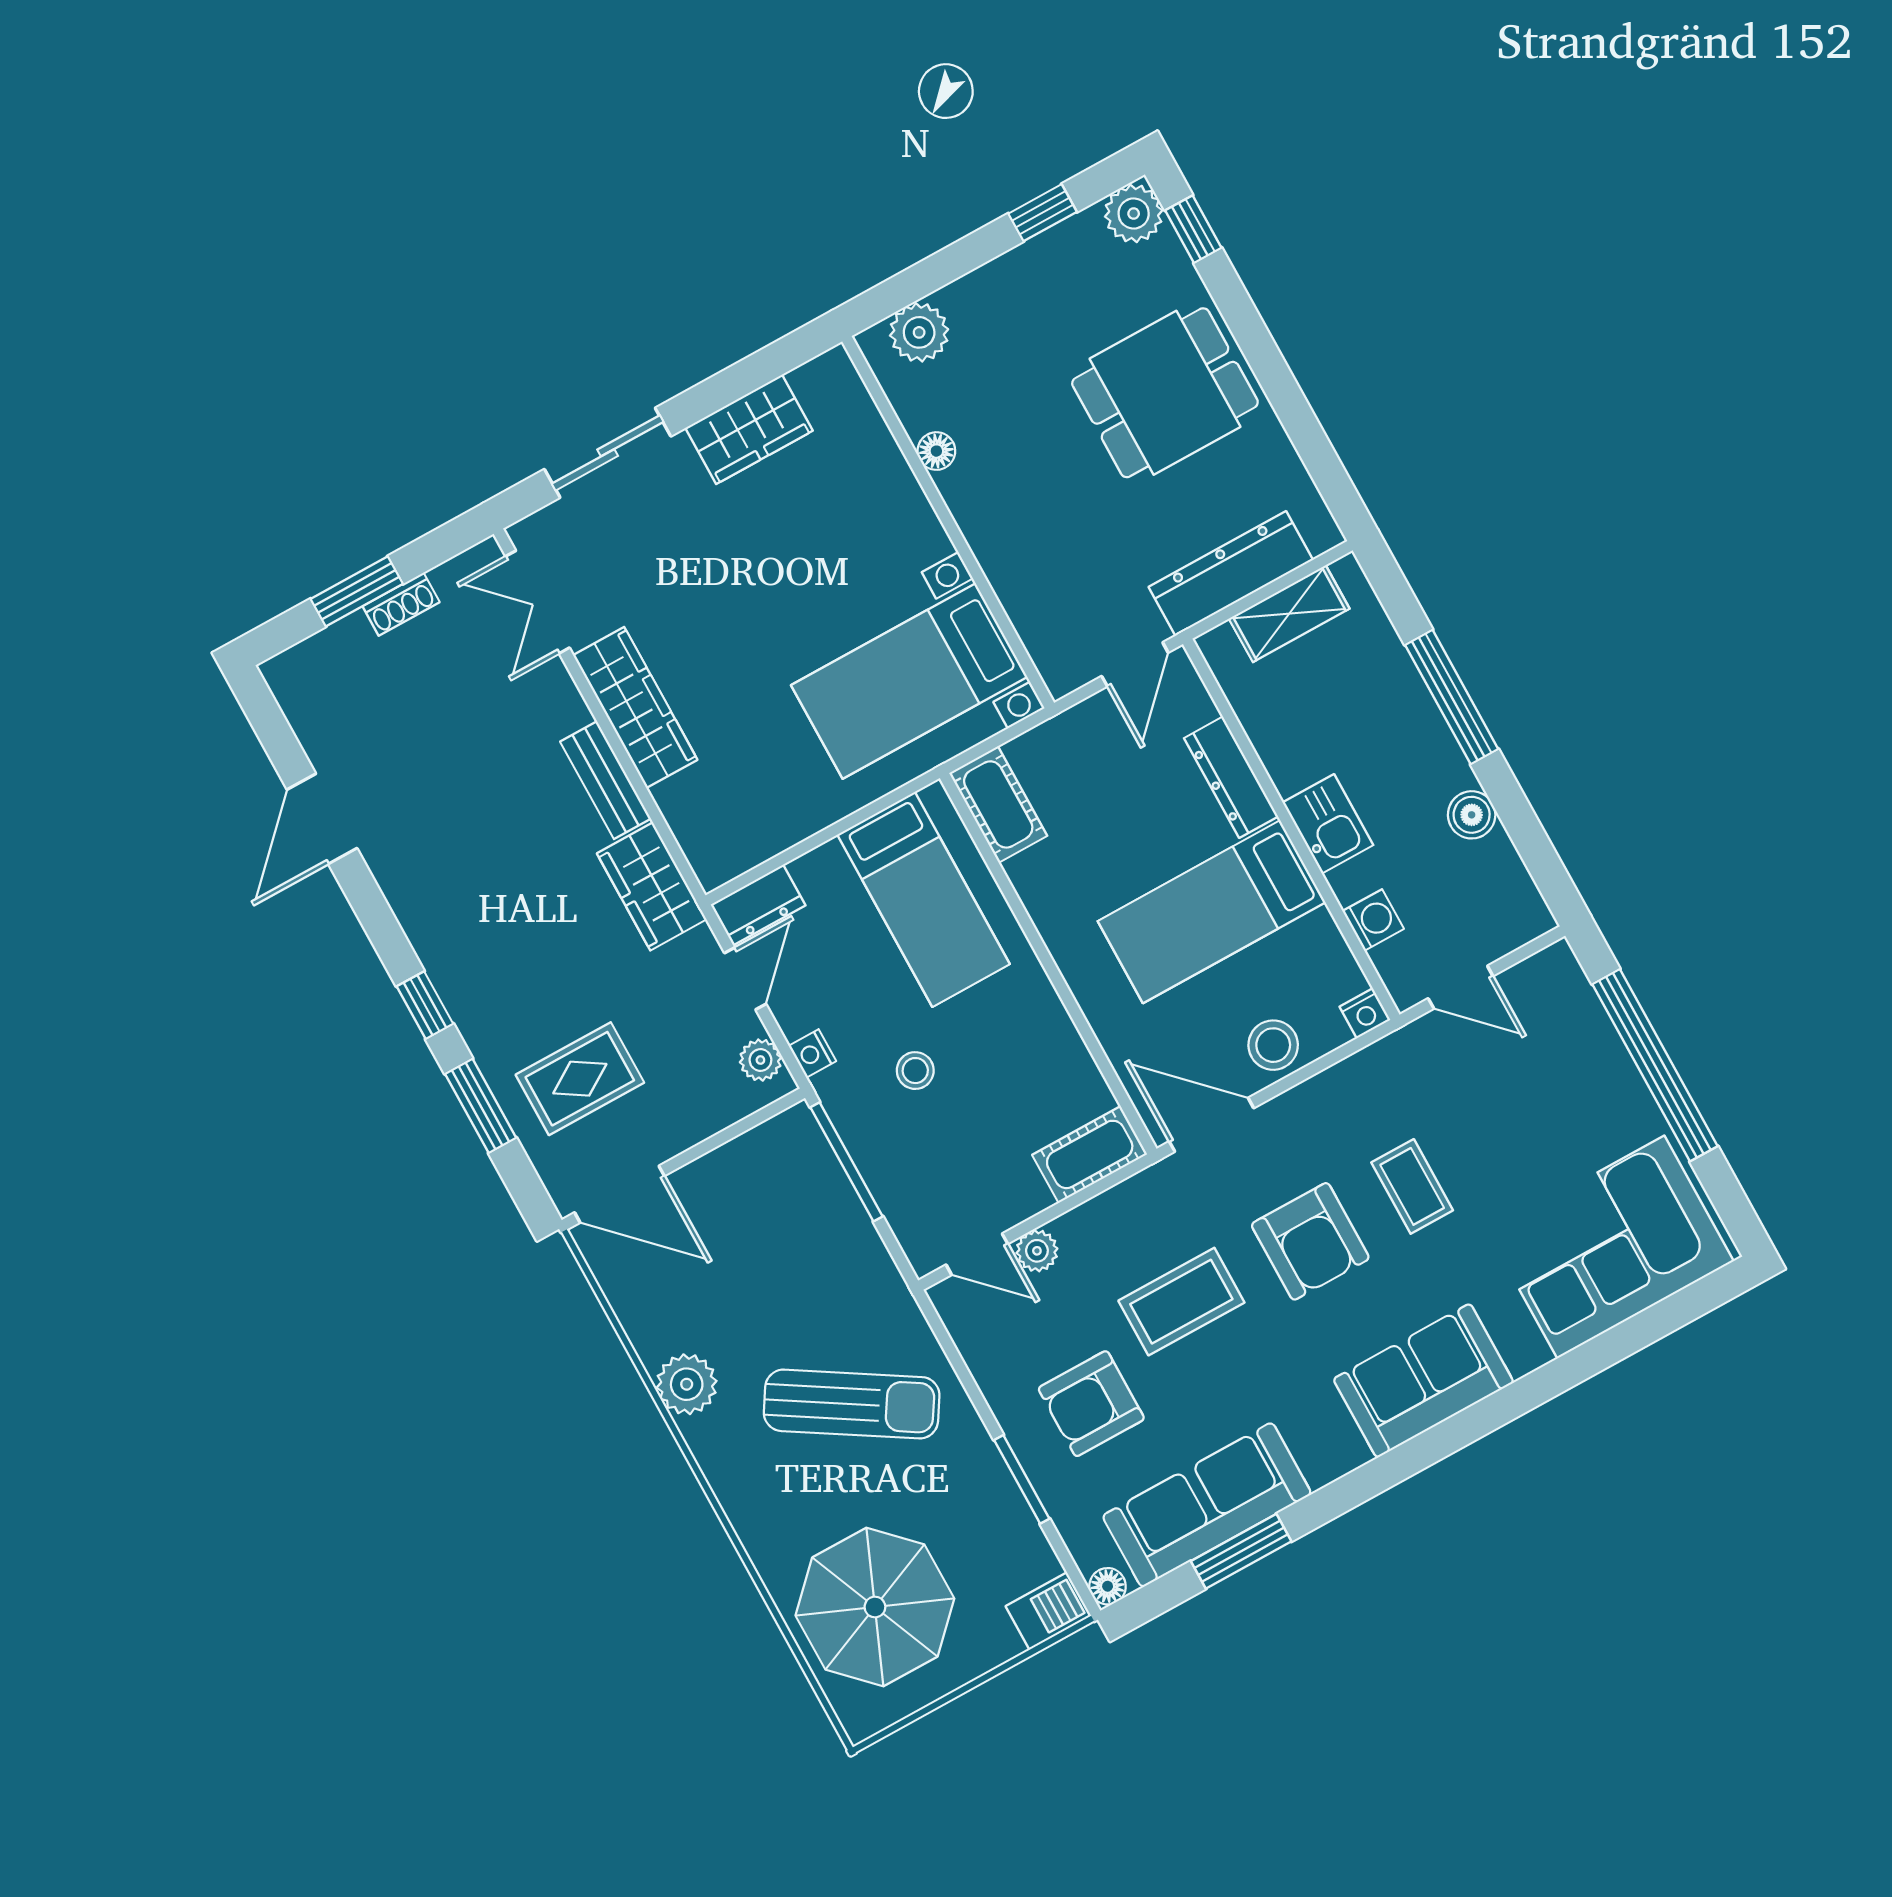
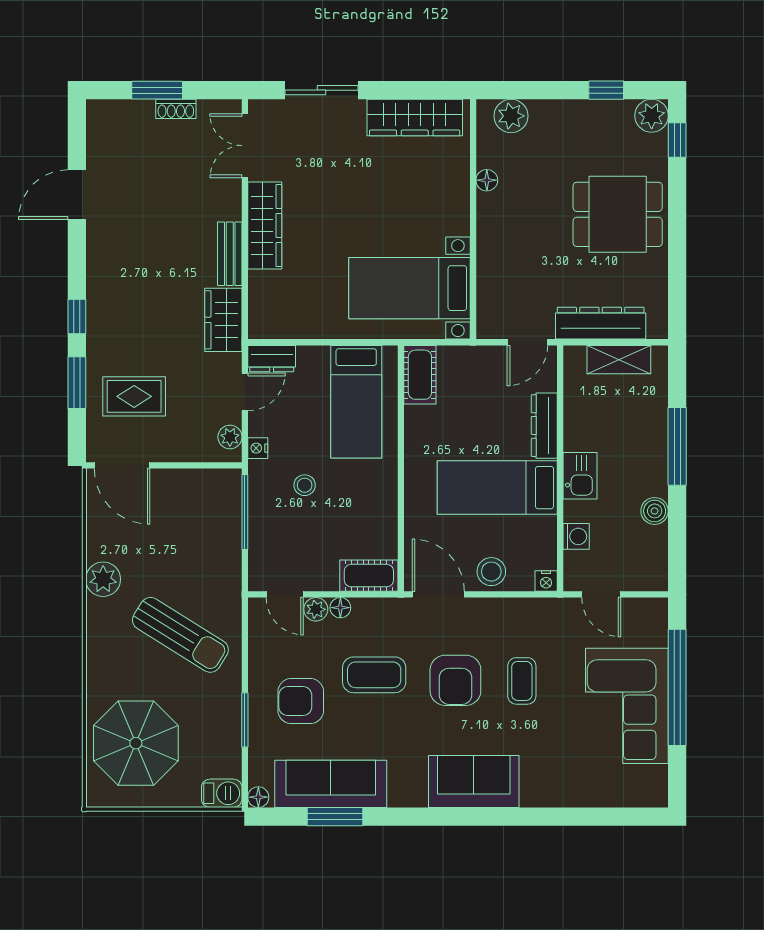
wardrobe: (749, 429) -> (415, 117), width x1.50
floor lamp: (1073, 1228) -> (340, 608), added
corner sofa: (1611, 1247) -> (627, 706), moved, turned -90

